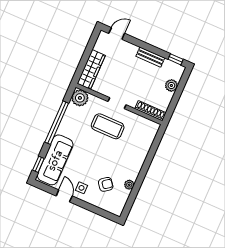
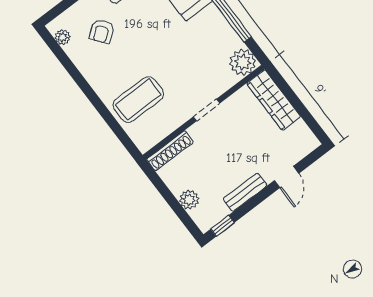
door: (117, 33) -> (287, 177), moved
coffee table: (108, 126) -> (138, 100), moved
plant: (129, 185) -> (63, 37), moved

